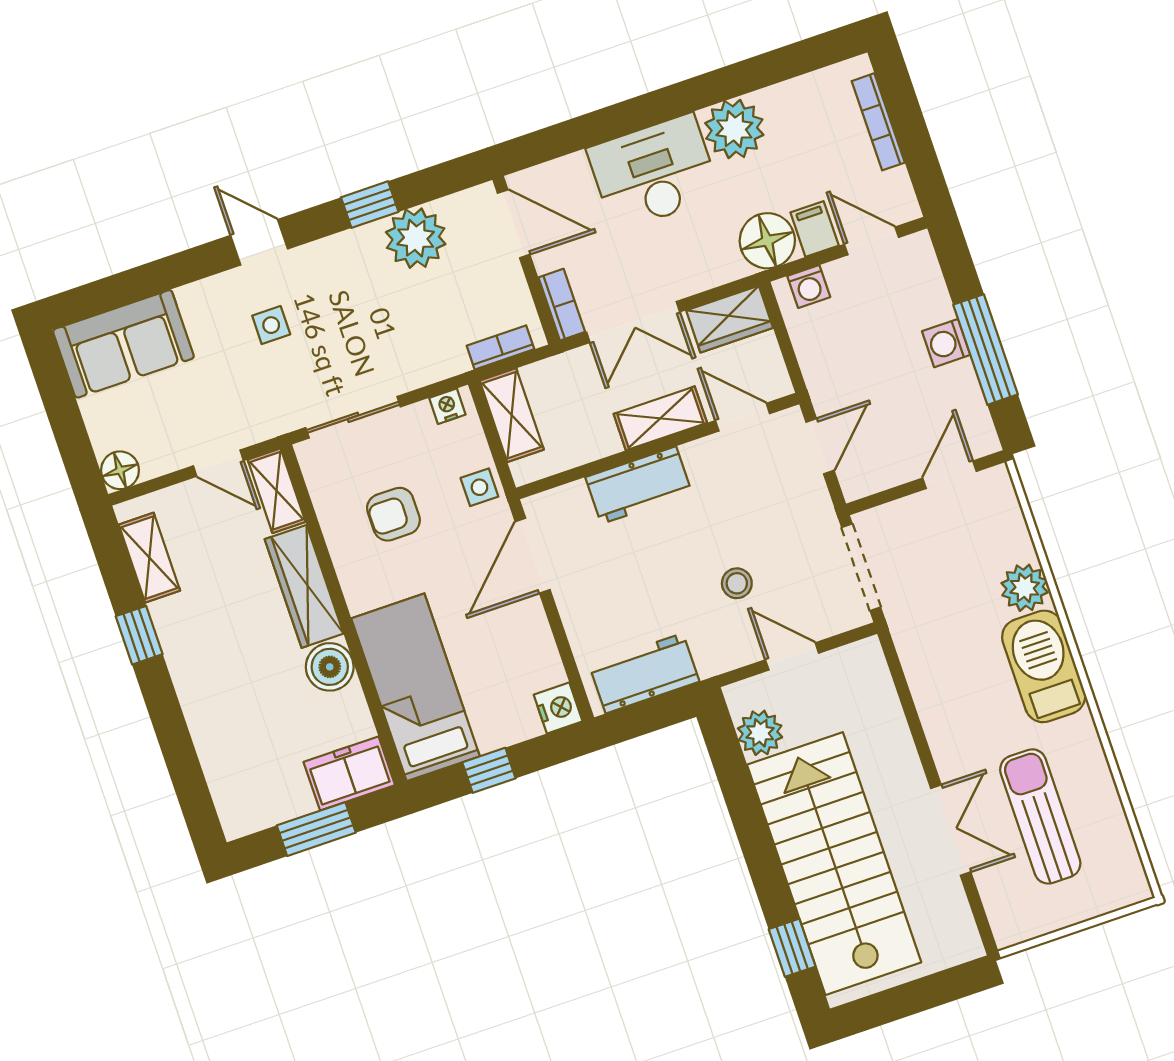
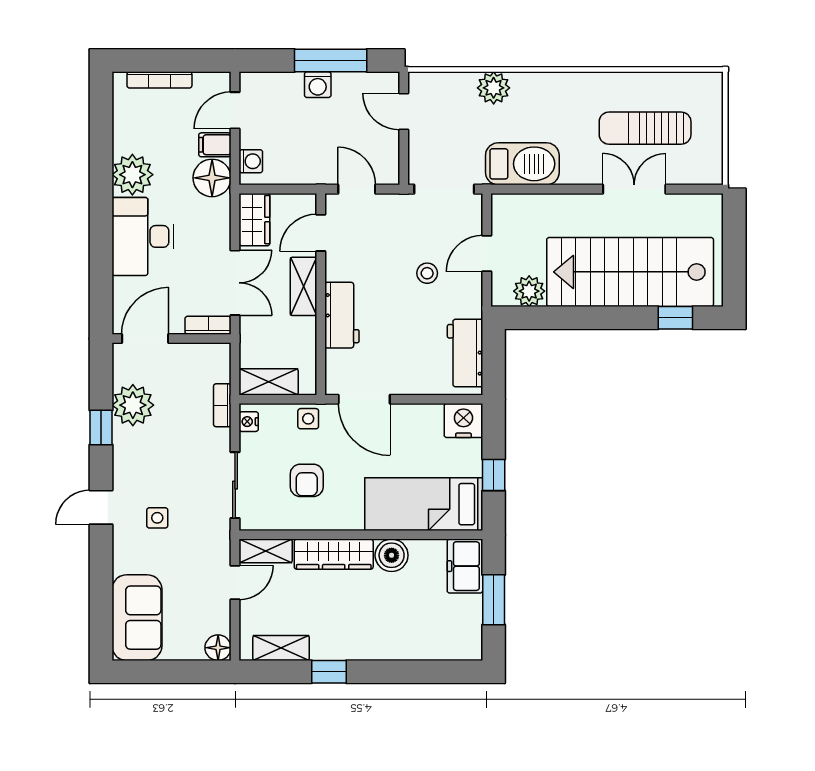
bookcase: (500, 347) -> (222, 405), moved
barbecue: (1044, 666) -> (522, 164), moved, turned 180
nightstand: (558, 708) -> (463, 421), width x1.36, depth x1.33

